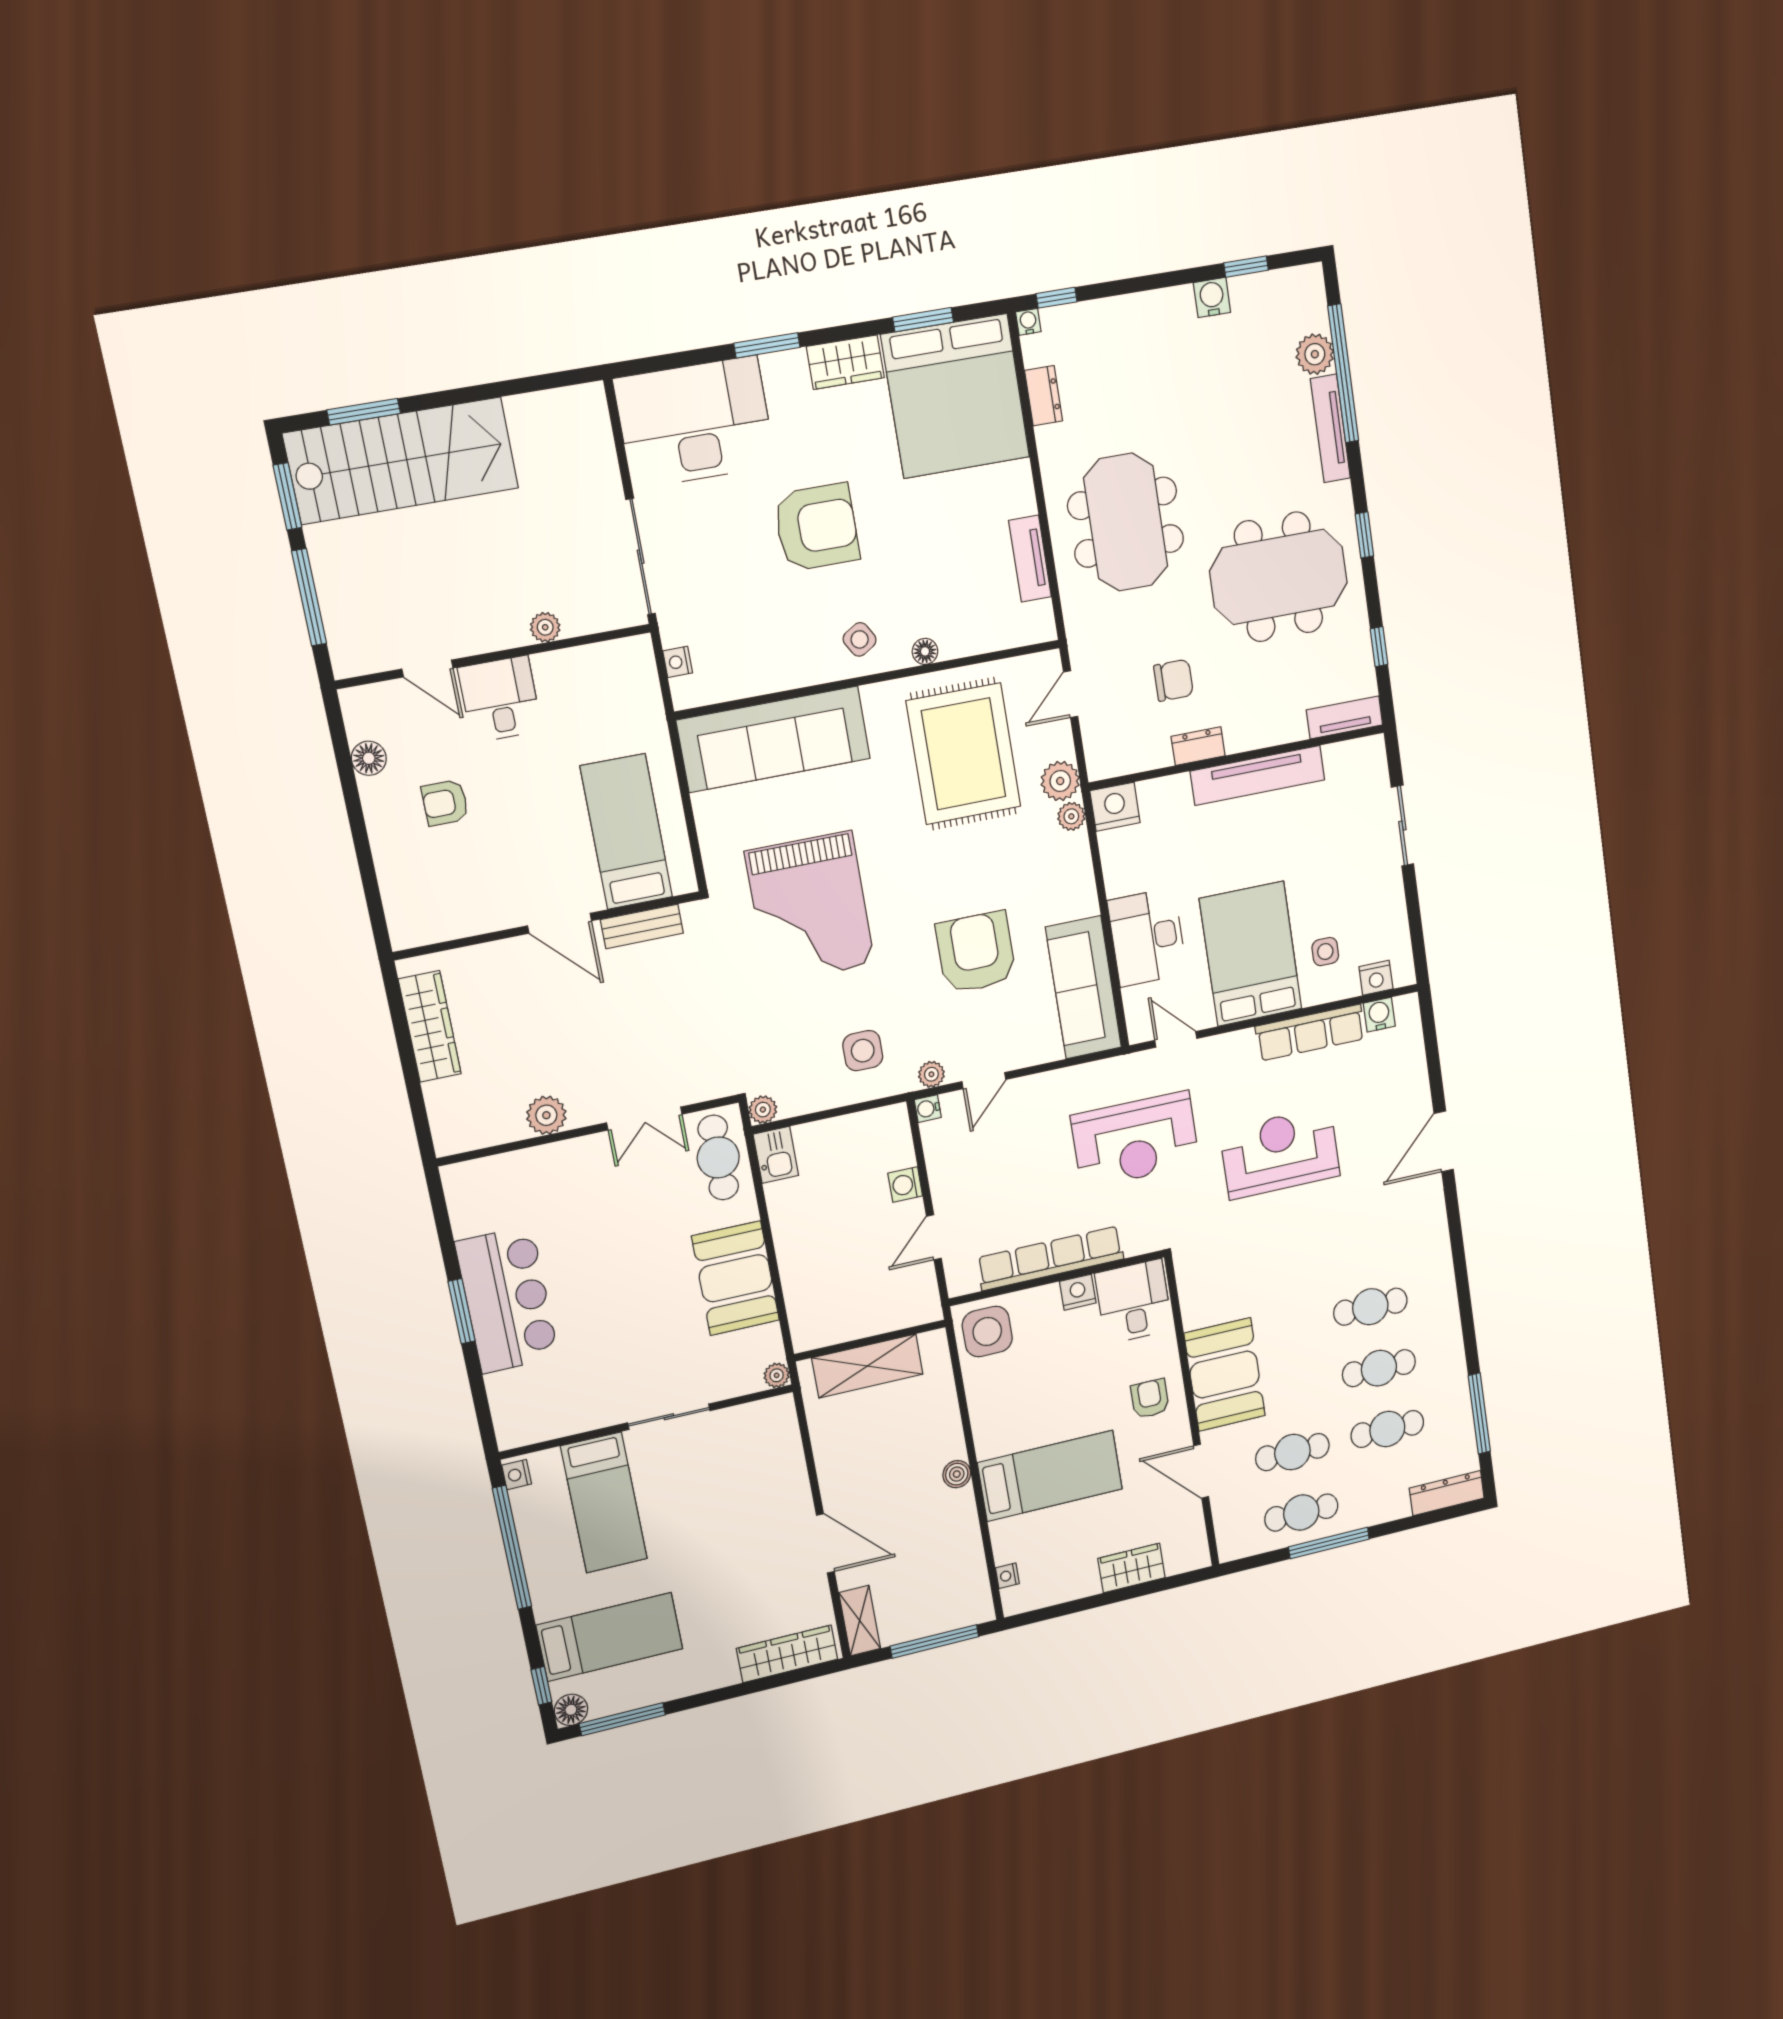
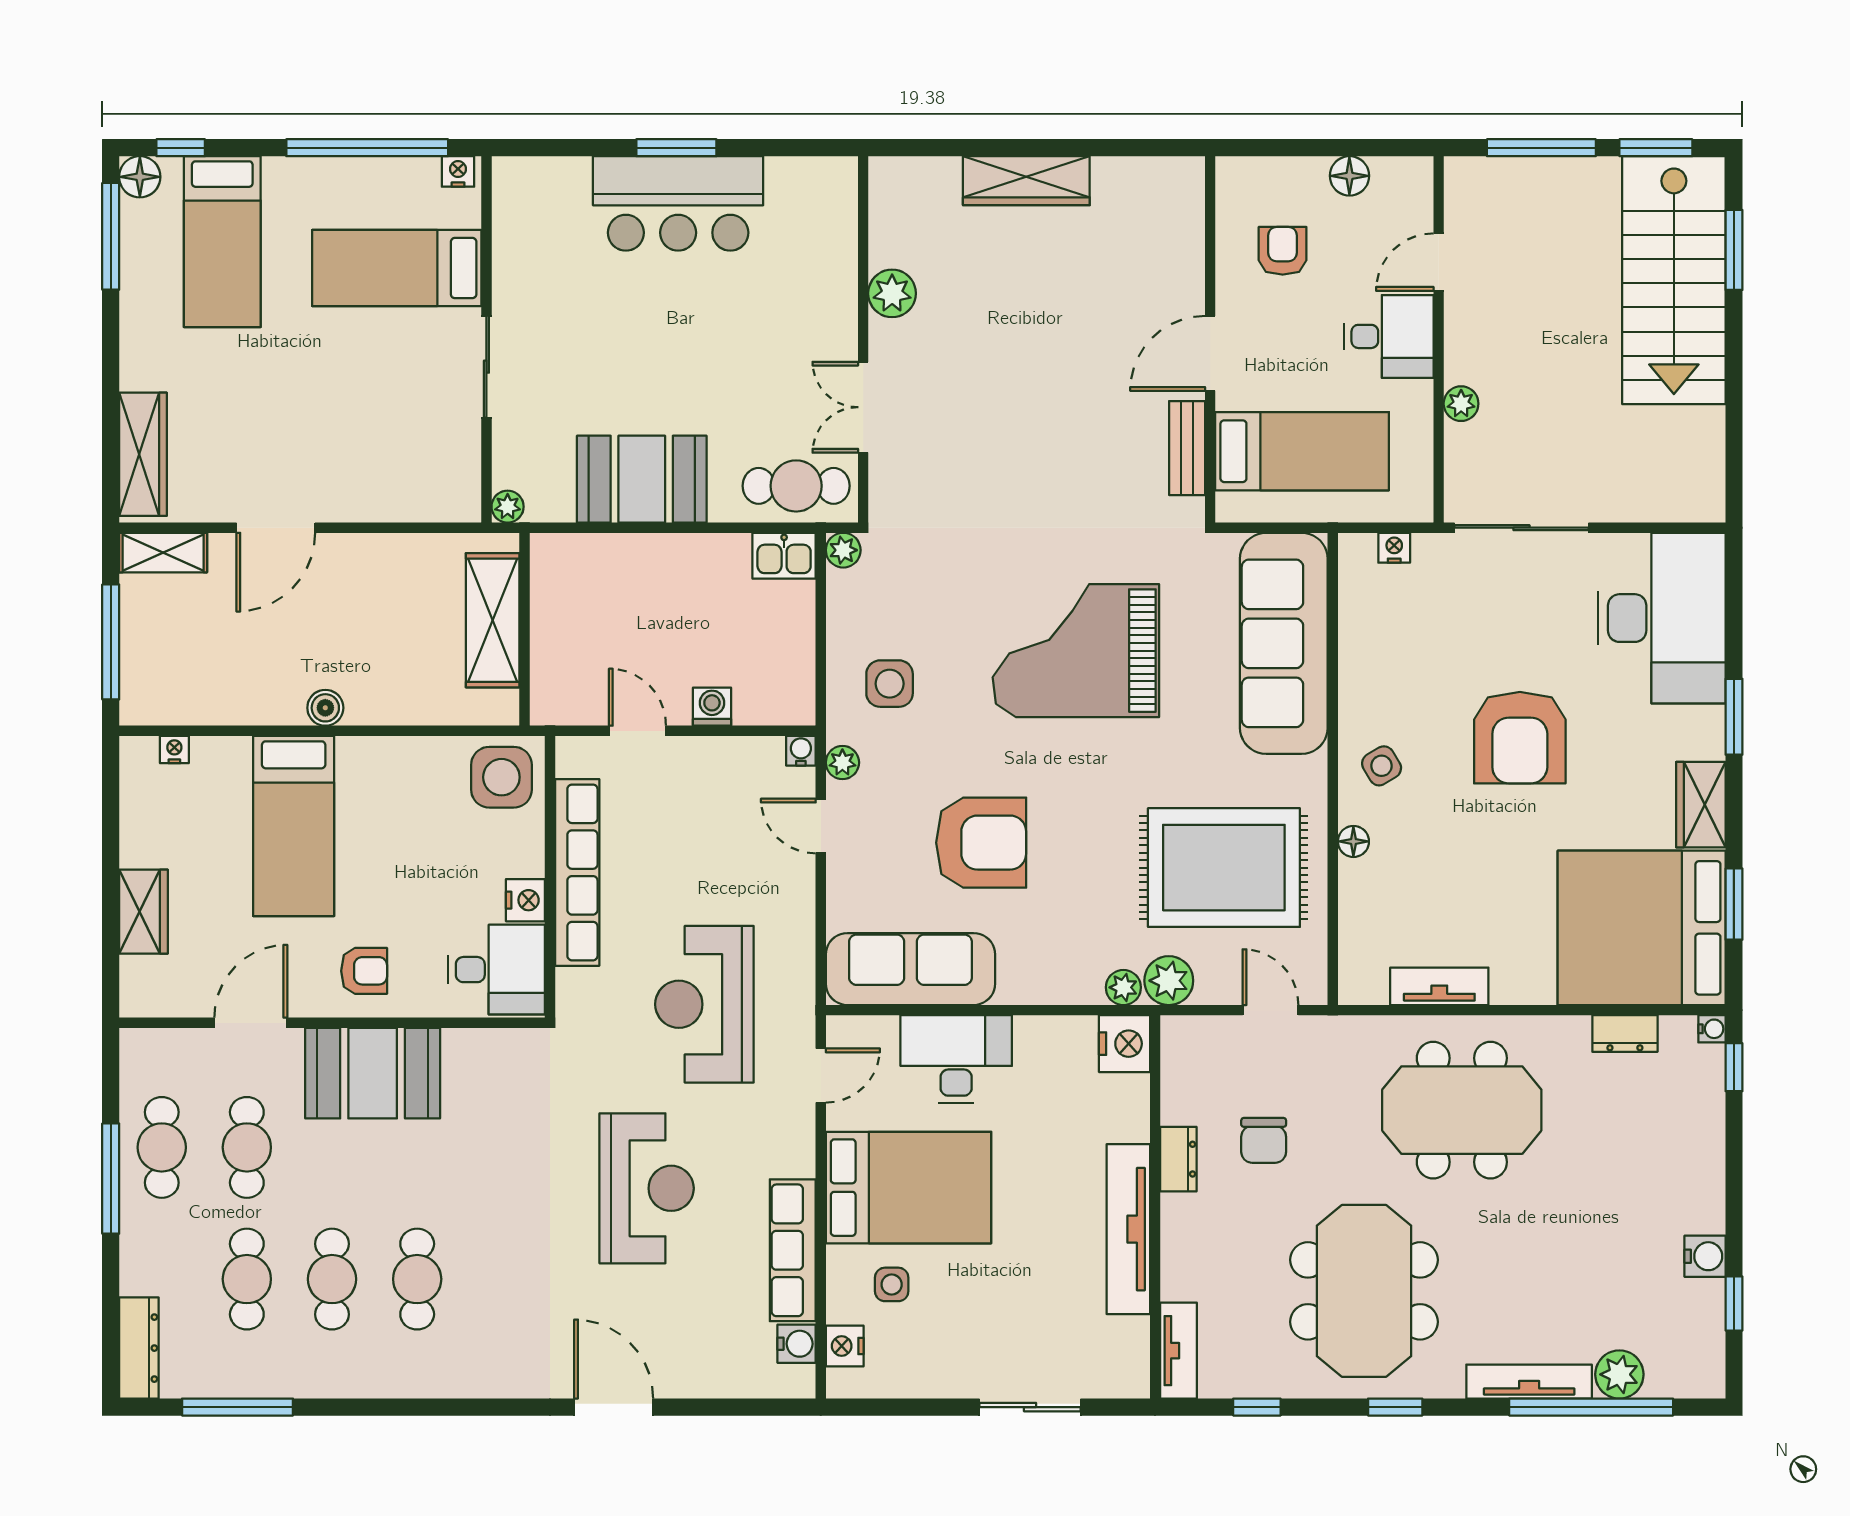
bed: (626, 832) -> (1302, 451), moved
door: (560, 923) -> (1210, 353), moved
wall: (548, 926) -> (1210, 339), moved
bench: (642, 926) -> (1187, 448), moved

